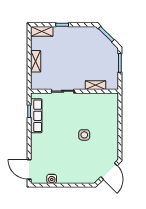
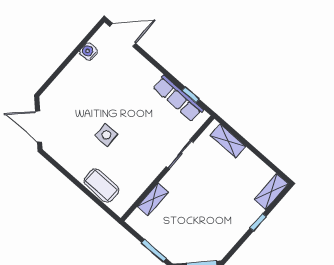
shelving: (36, 61) -> (228, 141), moved
coffee table: (111, 116) -> (101, 186), added

